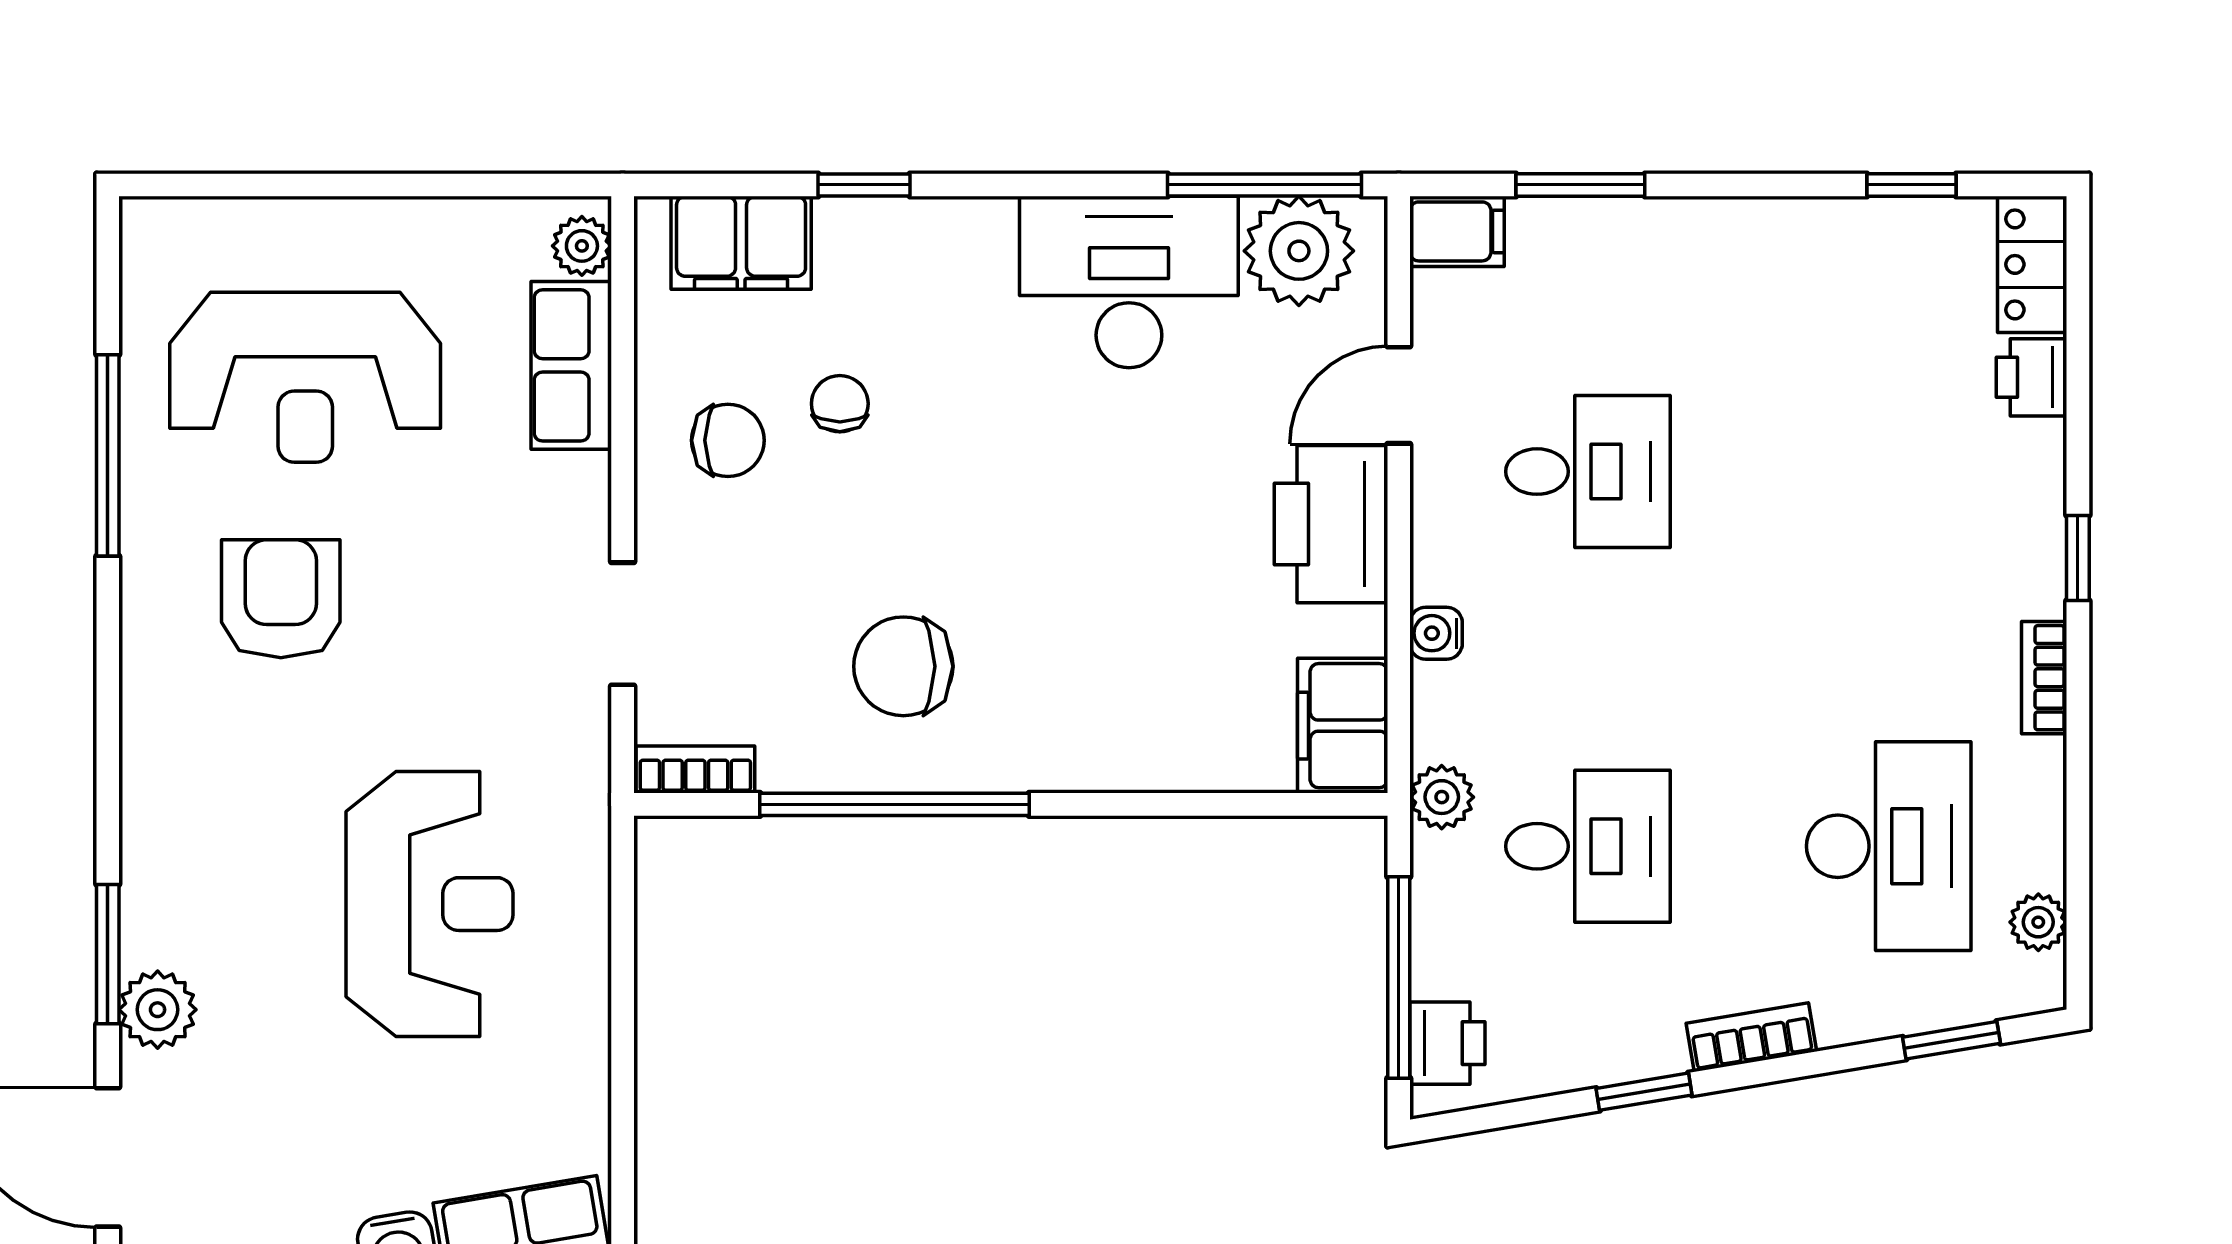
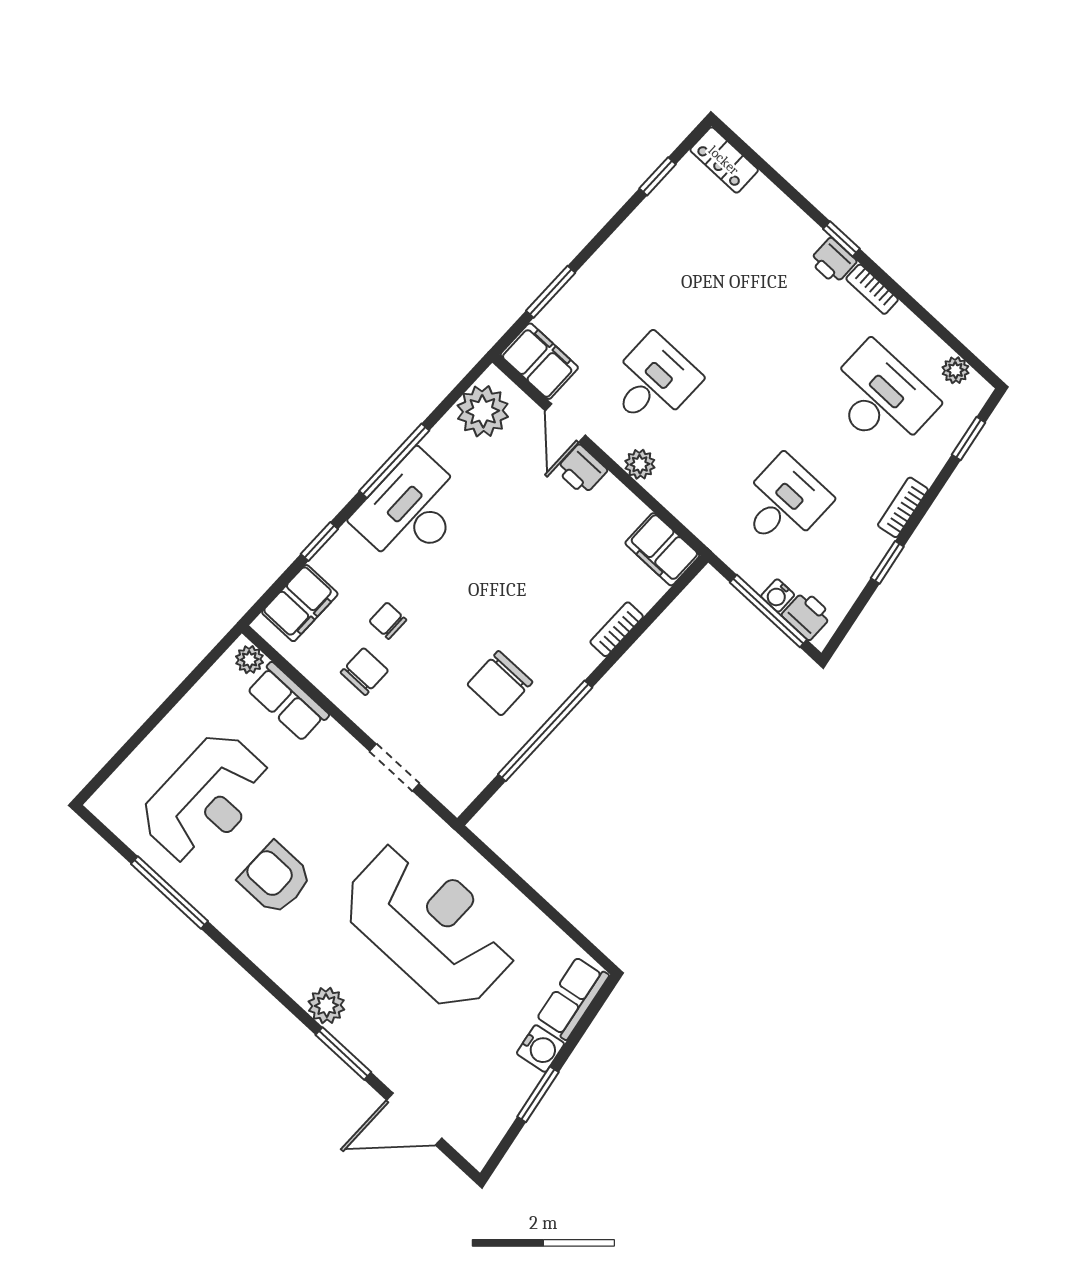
window: (1265, 185) -> (394, 461), moved
filing cabinet: (1457, 231) -> (539, 361), width x2.00
desk: (1129, 282) -> (411, 510), moved
printer: (2031, 377) -> (833, 261), moved
printer: (1331, 524) -> (581, 470), width x0.53, depth x0.68
water cooler: (1436, 633) -> (778, 596), moved
bookcase: (695, 769) -> (617, 629), moved
plant: (1442, 797) -> (640, 464), moved
reception desk: (430, 904) -> (430, 925), width x1.36, depth x1.30
plant: (158, 1010) -> (326, 1006), moved

